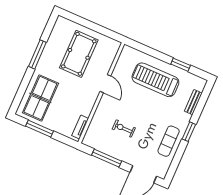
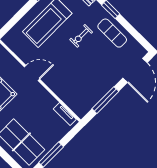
exercise bike: (124, 129) -> (81, 36), moved

